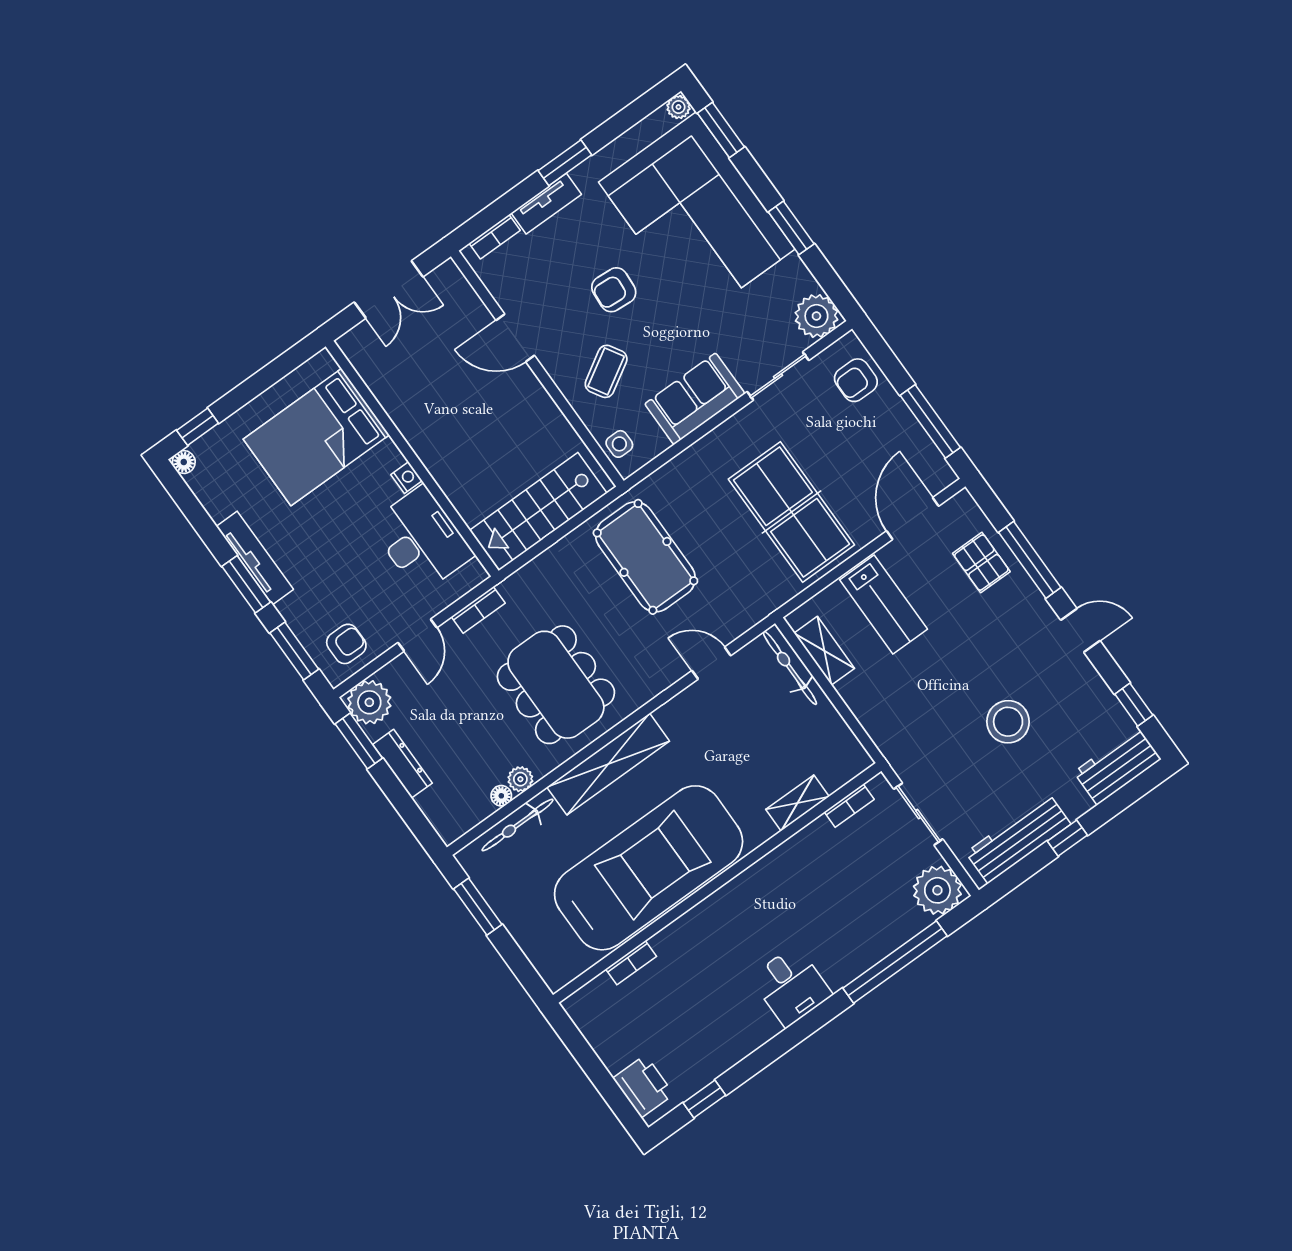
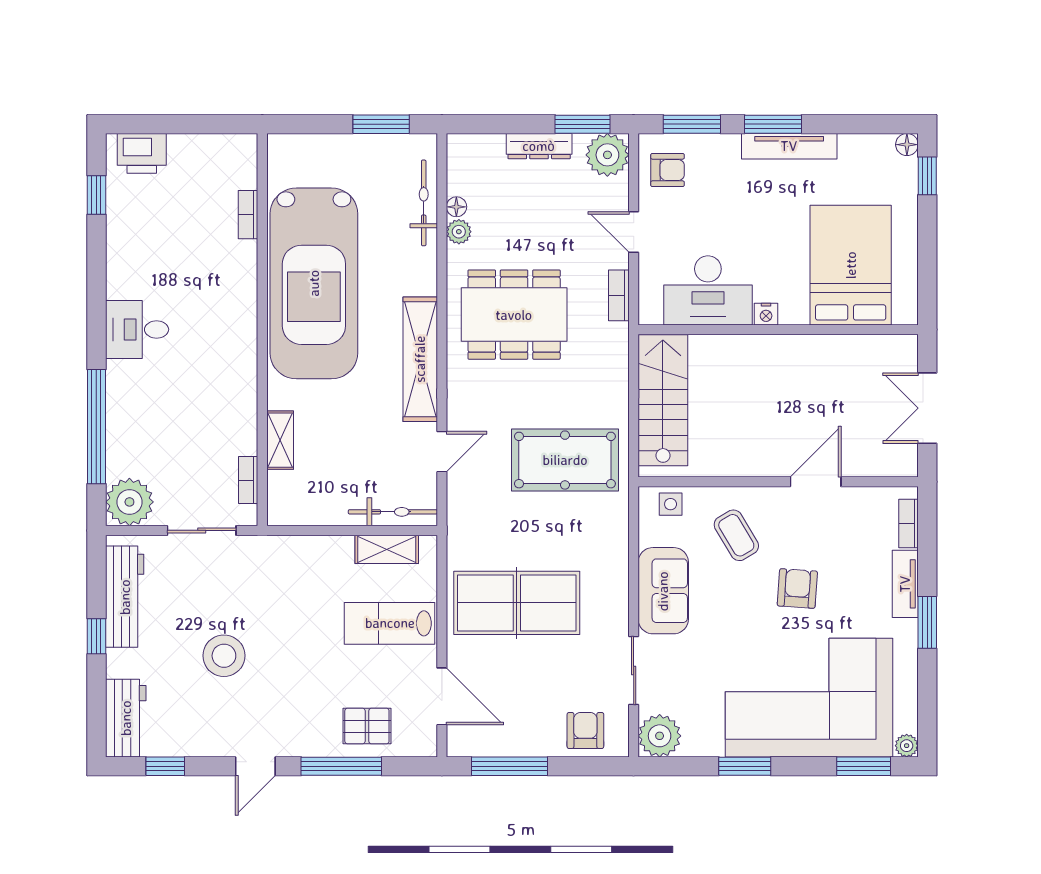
armchair: (346, 644) -> (667, 170), turned -90
shelving: (608, 764) -> (420, 359), moved

